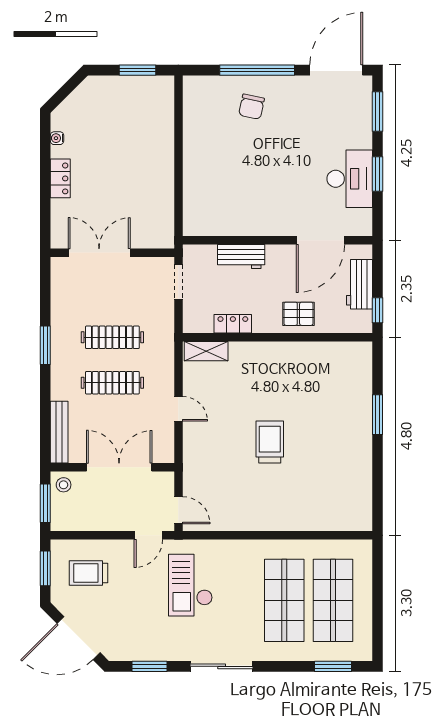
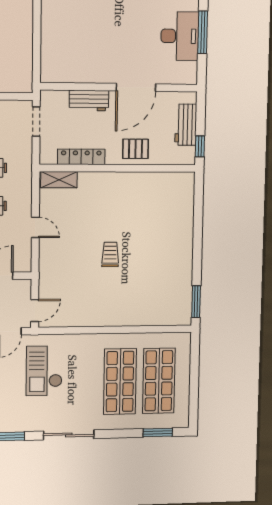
window: (377, 174) -> (203, 32), width x1.44
door: (320, 240) -> (136, 87), moved
locker: (233, 324) -> (81, 157), width x1.53
window: (377, 415) -> (196, 302), moved
trolley: (270, 442) -> (110, 254), width x0.73, depth x0.72
door: (178, 510) -> (35, 311), hinge flipped

